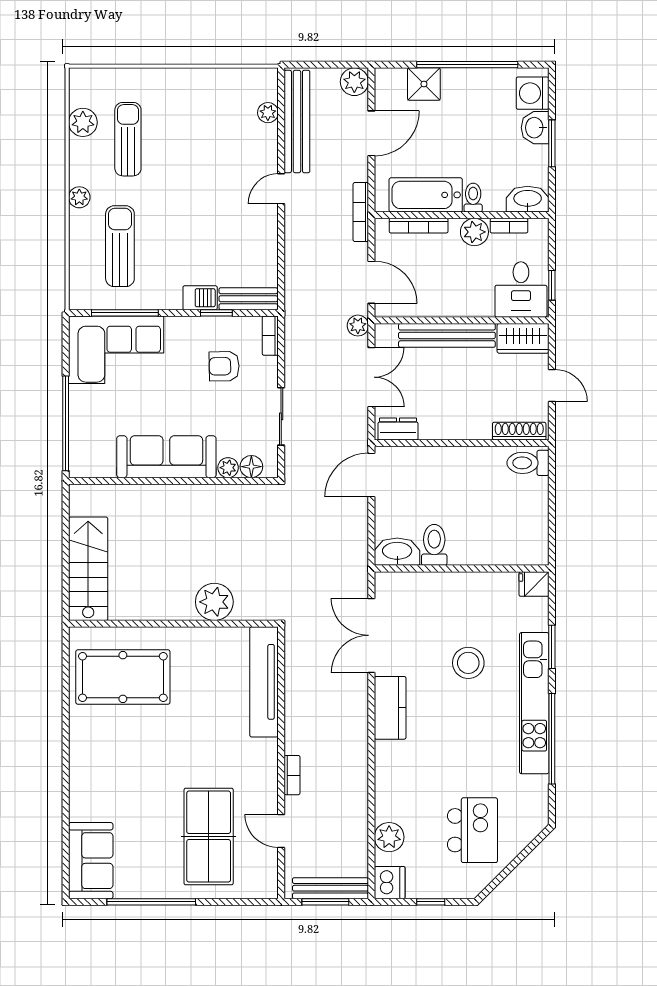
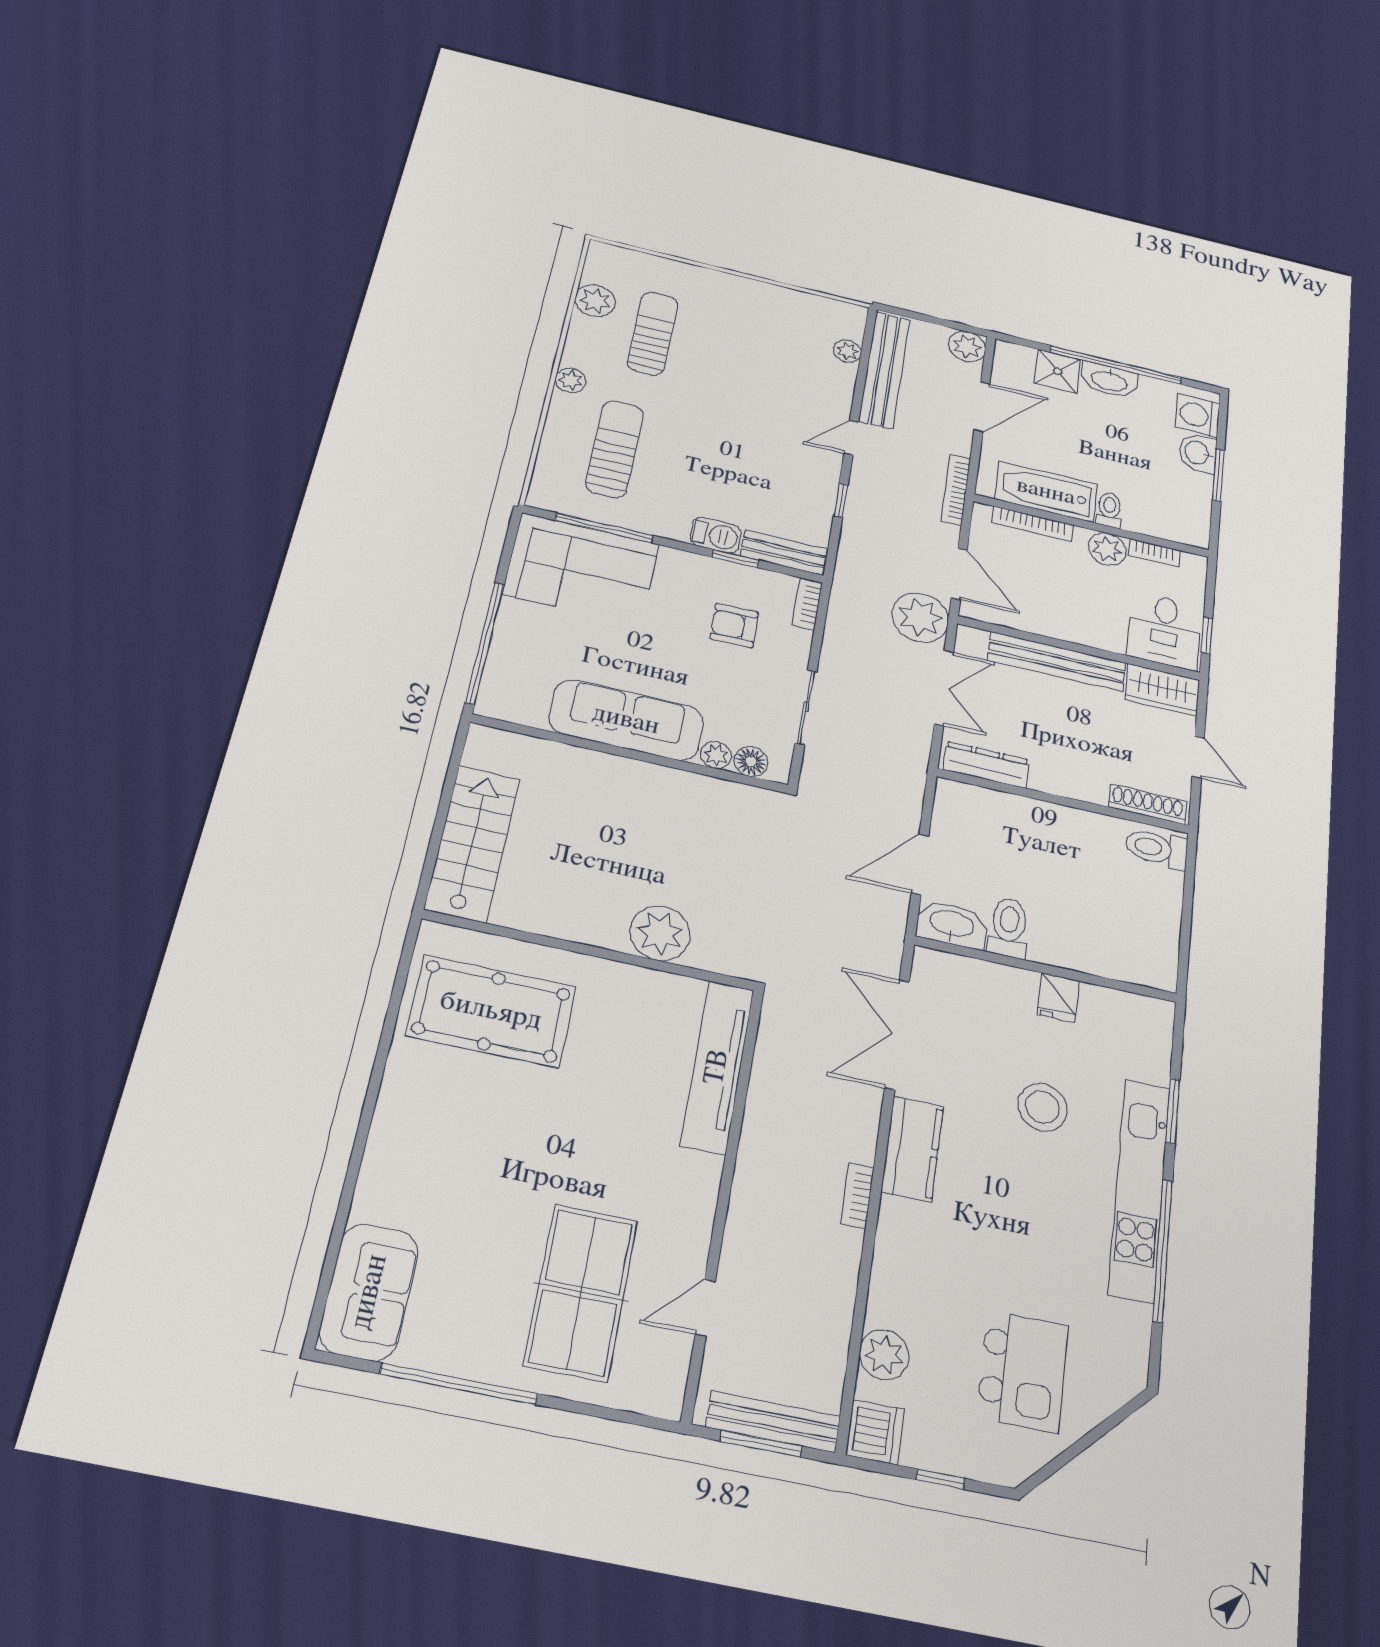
washbasin: (528, 199) -> (1109, 380), moved, turned 180
window: (281, 244) -> (841, 500), added
plant: (358, 326) -> (920, 617), width x1.87, depth x1.87
dresser: (398, 429) -> (986, 765), width x1.44
door: (371, 475) -> (920, 864), moved
fridge: (534, 584) -> (1058, 997), moved, turned -90
bookcase: (292, 775) -> (857, 1196), moved, turned 180
door: (281, 831) -> (705, 1308), hinge flipped

